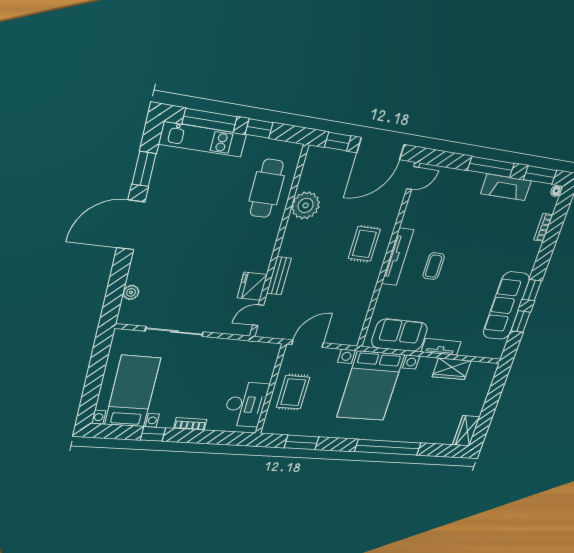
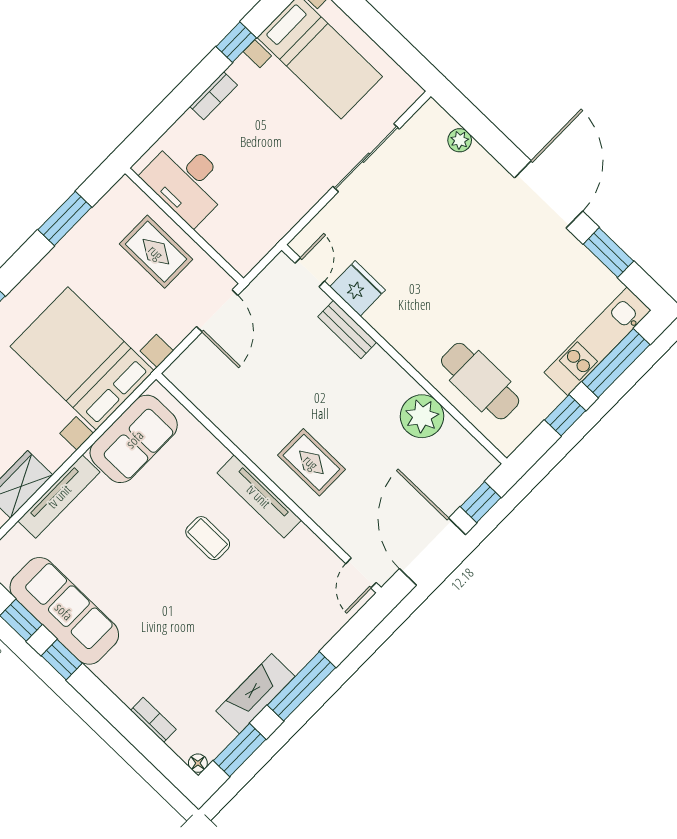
tv unit: (441, 347) -> (59, 496), width x1.41

